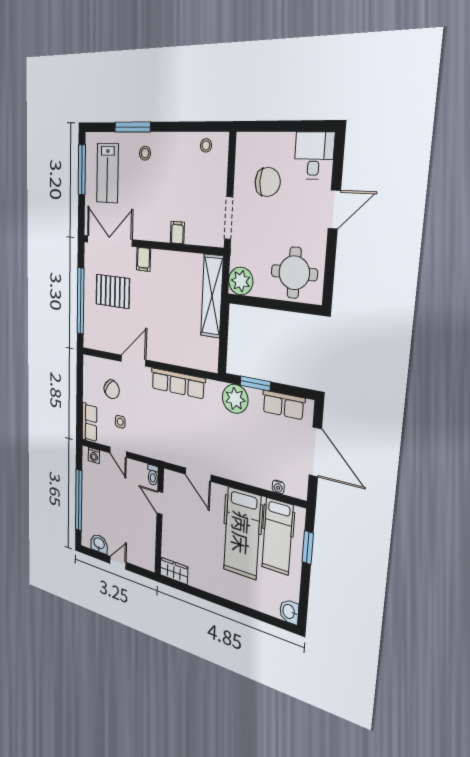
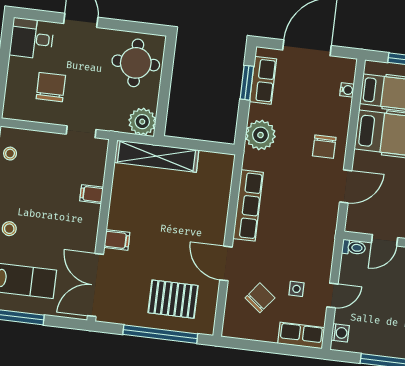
doorway: (229, 218) -> (81, 132), width x0.73
pallet: (113, 291) -> (173, 299), moved, turned 90
window: (255, 383) -> (247, 83), moved
chair: (229, 459) -> (324, 147), added

